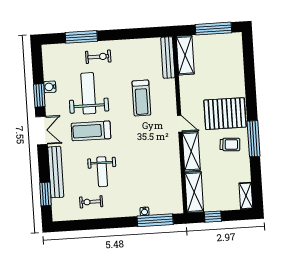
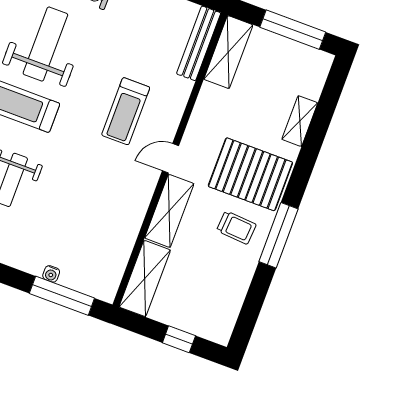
treadmill: (141, 98) -> (126, 111), moved
door: (180, 124) -> (171, 158), swing flipped
shelving: (246, 196) -> (300, 121), moved
window: (213, 217) -> (179, 339), moved

